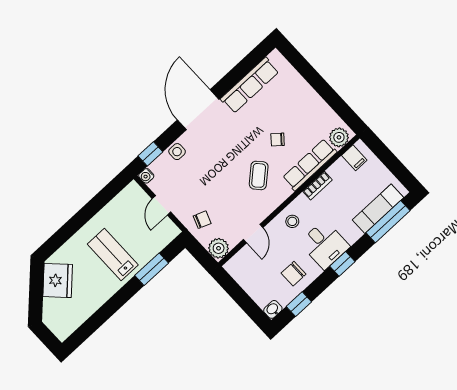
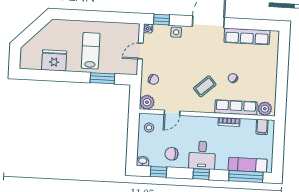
stool: (292, 221) -> (149, 128), moved
fridge: (58, 280) -> (54, 60), moved, turned -135

